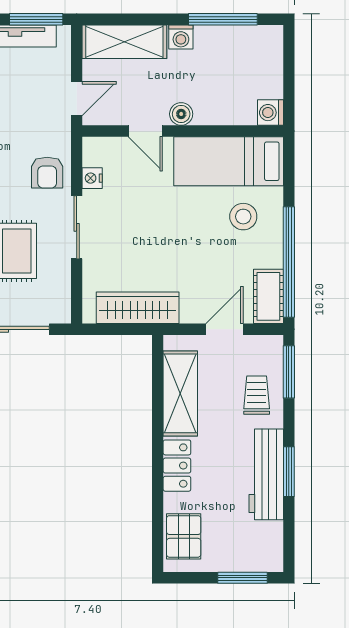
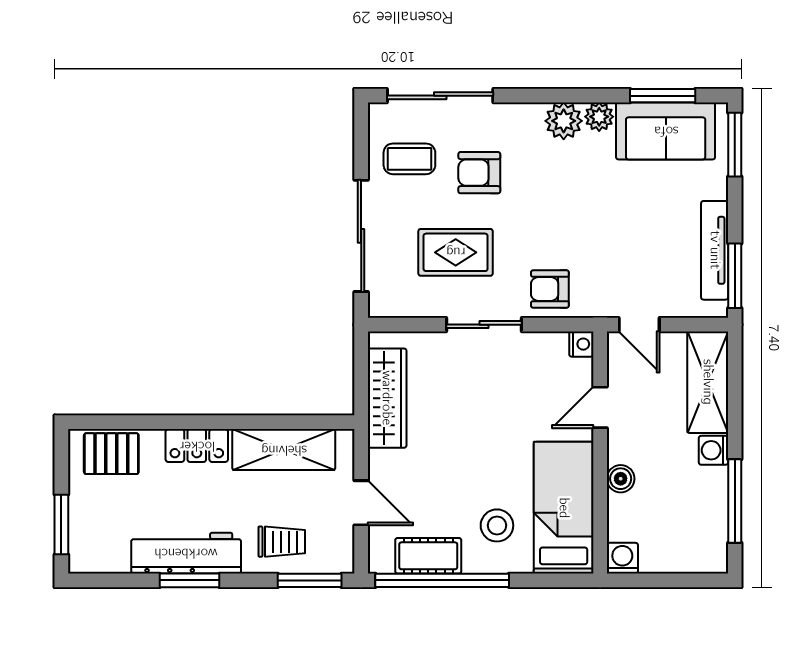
boiler: (181, 114) -> (621, 479), moved
nightstand: (92, 178) -> (581, 344), moved, turned 90
cot: (268, 296) -> (428, 556), moved

